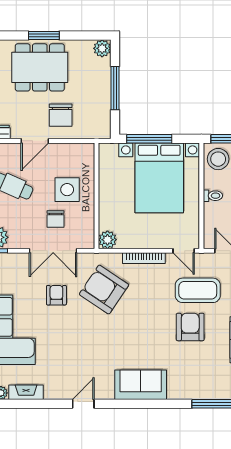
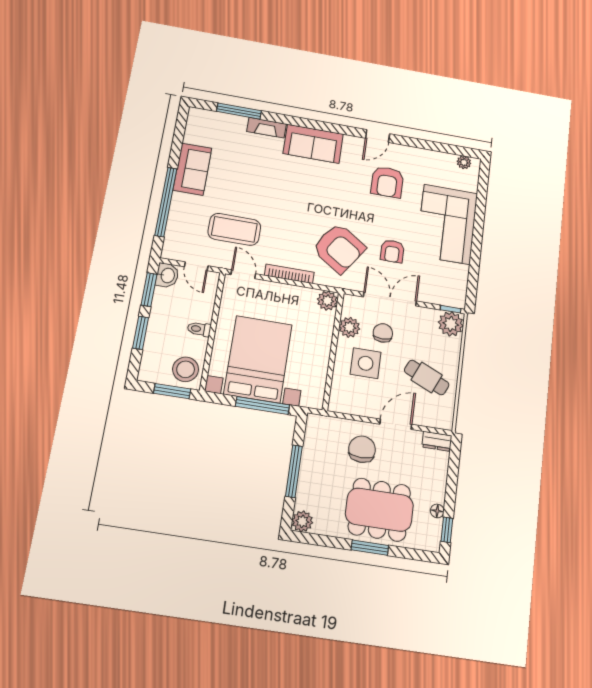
plant: (85, 219) -> (349, 327), added
armchair: (190, 327) -> (387, 182), moved
fireplace: (26, 392) -> (267, 128), moved

